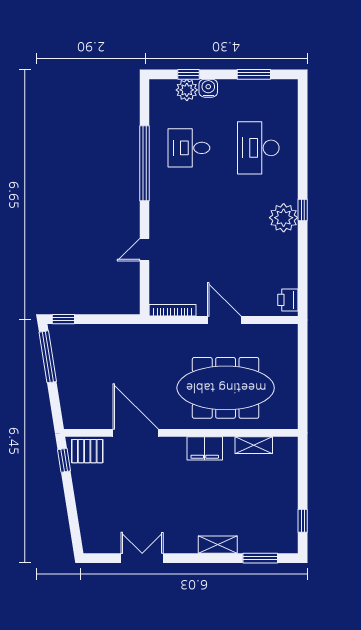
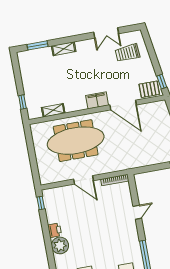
window: (303, 210) -> (41, 203), moved
printer: (288, 300) -> (55, 230), moved
filing cabinet: (205, 448) -> (97, 100), moved
trolley: (113, 518) -> (127, 53), added
window: (303, 521) -> (22, 102), moved

